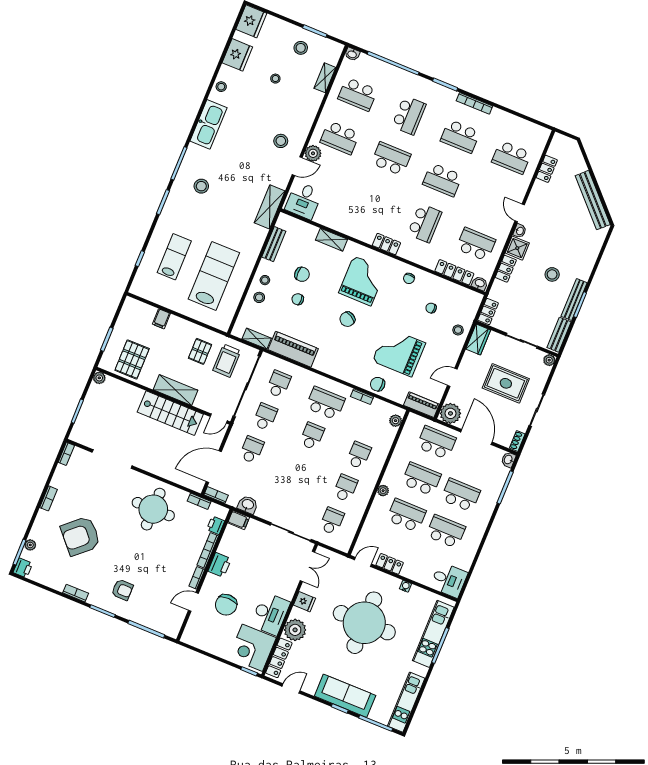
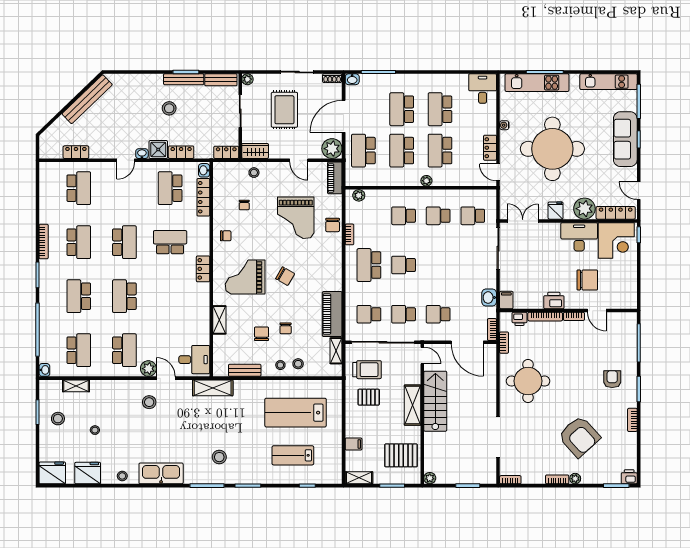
school desk: (409, 115) -> (79, 296), turned -90
shelving: (127, 311) -> (359, 478), added
plant: (30, 545) -> (575, 479), moved

